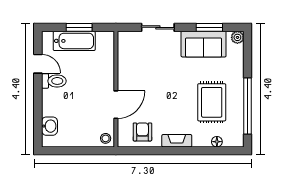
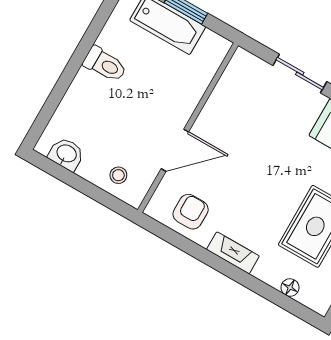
door: (38, 64) -> (96, 26), removed
washbasin: (49, 126) -> (66, 154), moved, turned -90
stool: (106, 138) -> (118, 175), moved

